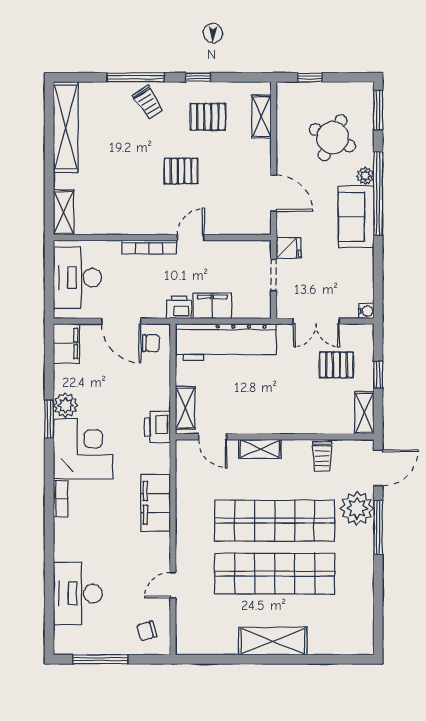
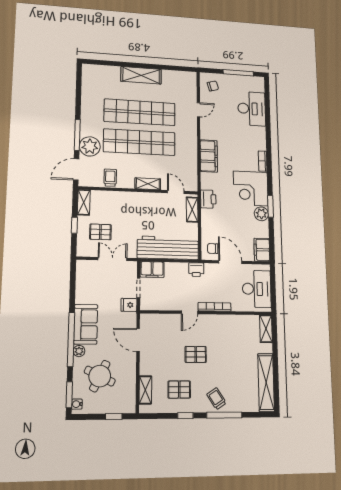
filing cabinet: (212, 306) -> (152, 269), moved
water cooler: (366, 311) -> (77, 404), moved

